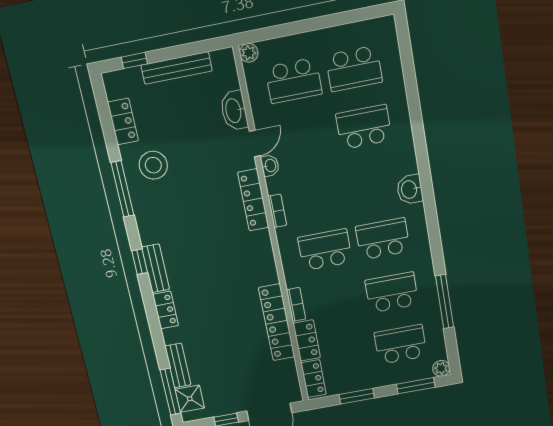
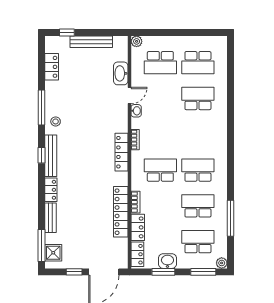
stool: (153, 165) -> (56, 121), moved, width x0.53, depth x0.53
washbasin: (410, 189) -> (167, 261), moved, turned 90
locker: (253, 200) -> (122, 152), moved
bench: (156, 268) -> (51, 156), width x1.36
bench: (178, 365) -> (51, 218), moved

